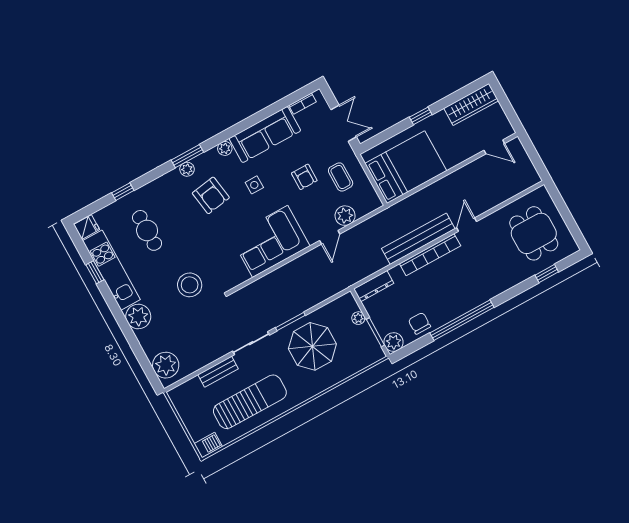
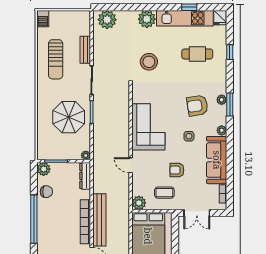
plant: (345, 216) -> (139, 203), moved
plant: (358, 318) -> (86, 155), moved
sun lounger: (250, 402) -> (56, 59), width x0.73, depth x0.75

